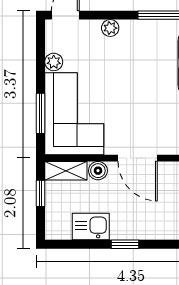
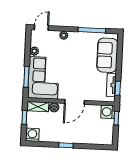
door: (138, 158) -> (75, 102), hinge flipped
washing machine: (58, 227) -> (32, 135), added
kitchen sink: (91, 227) -> (49, 135), removed

